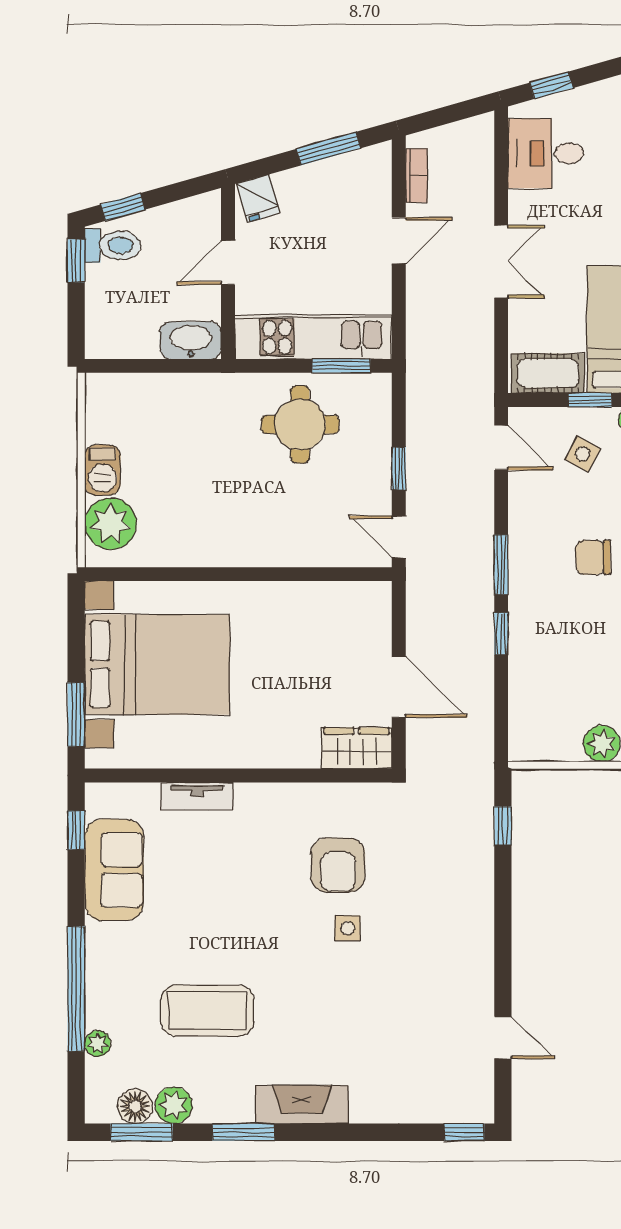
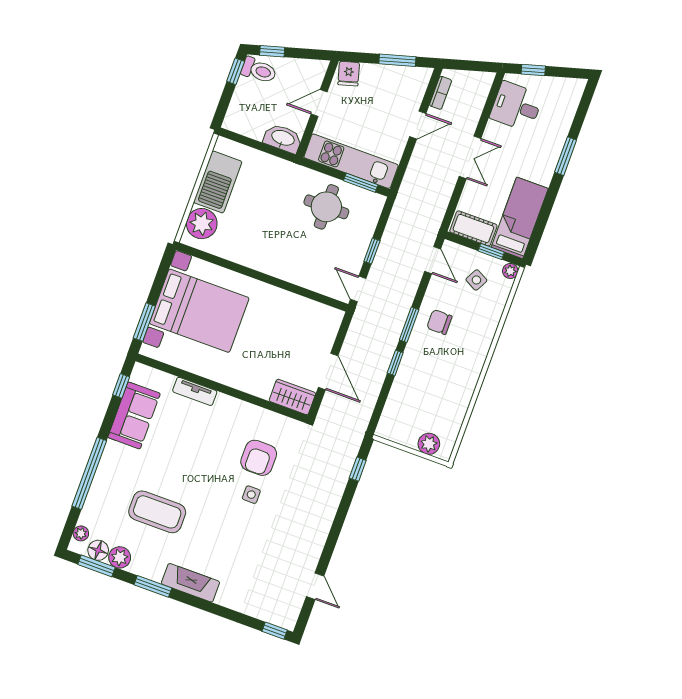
barbecue: (103, 470) -> (218, 182), width x1.88, depth x1.53
chair: (593, 557) -> (439, 322), moved
plant: (98, 1044) -> (81, 533), moved

